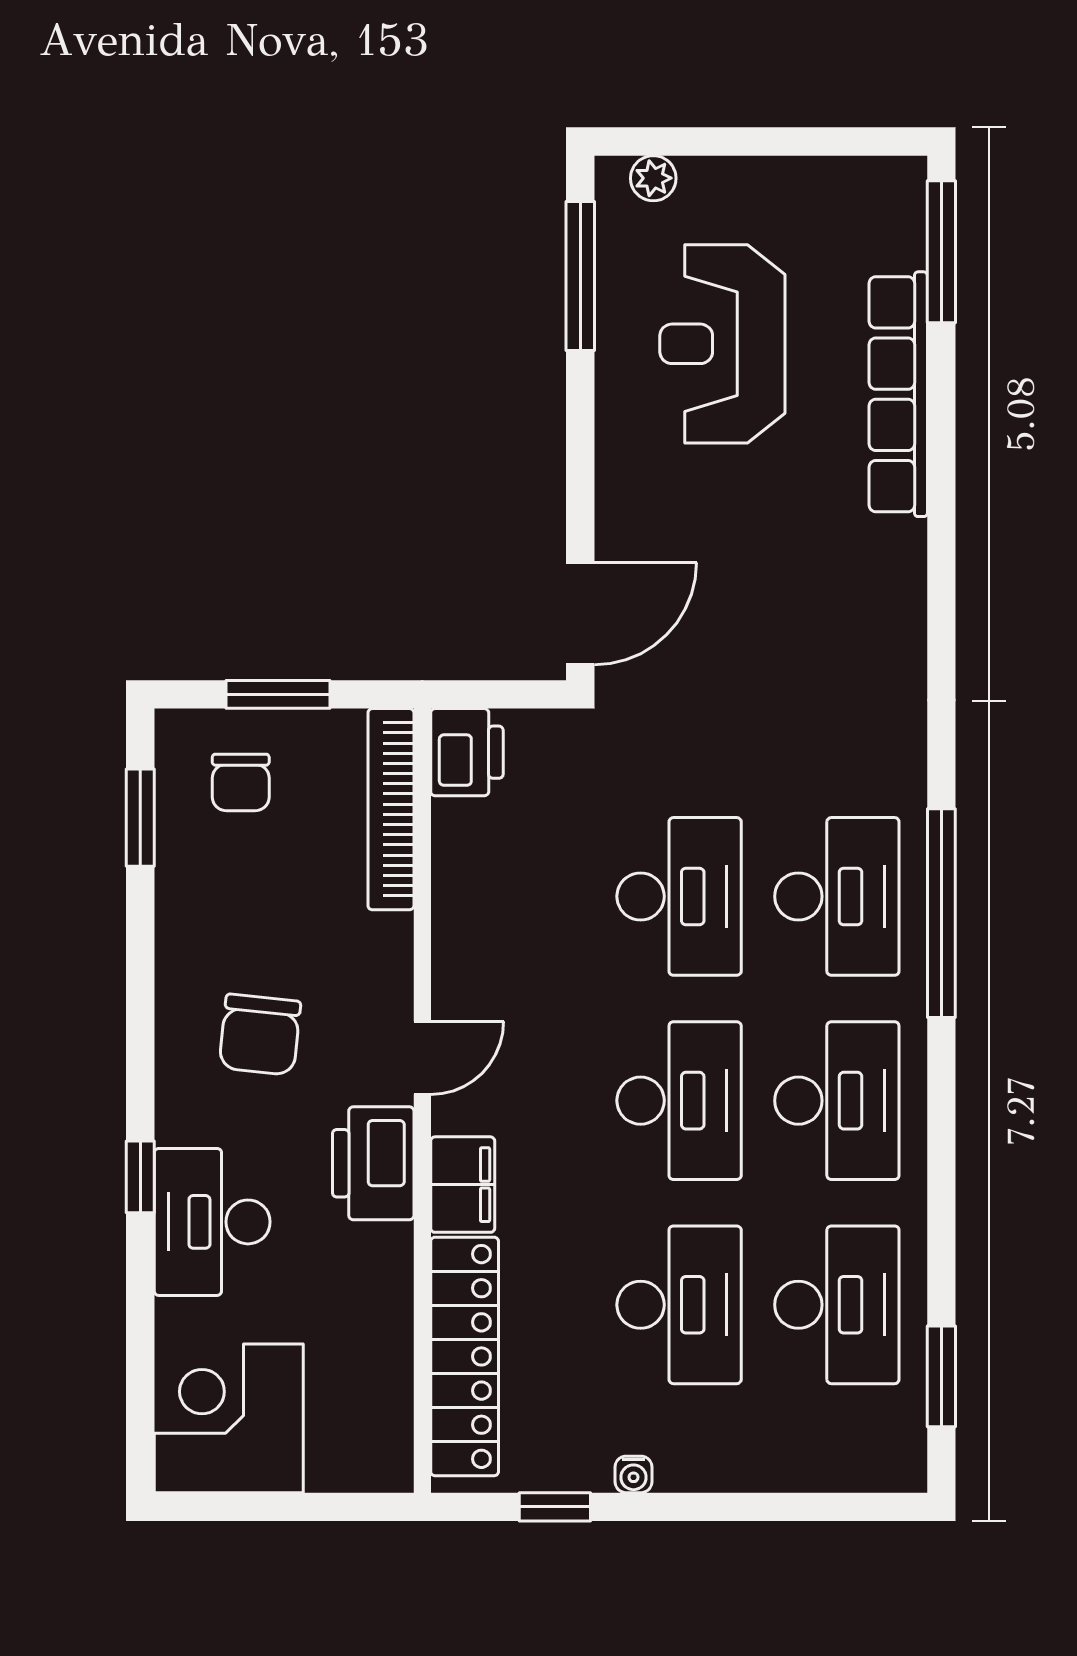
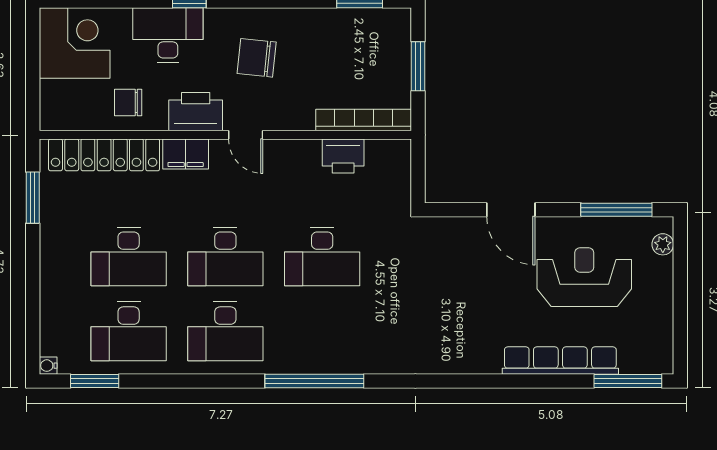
door: (580, 614) -> (511, 210), moved
printer: (467, 752) -> (343, 156), moved
chair: (241, 782) -> (128, 102), moved
desk: (837, 896) -> (322, 331), removed
water cooler: (634, 1474) -> (48, 366), moved
window: (555, 1507) -> (33, 198), width x1.50

